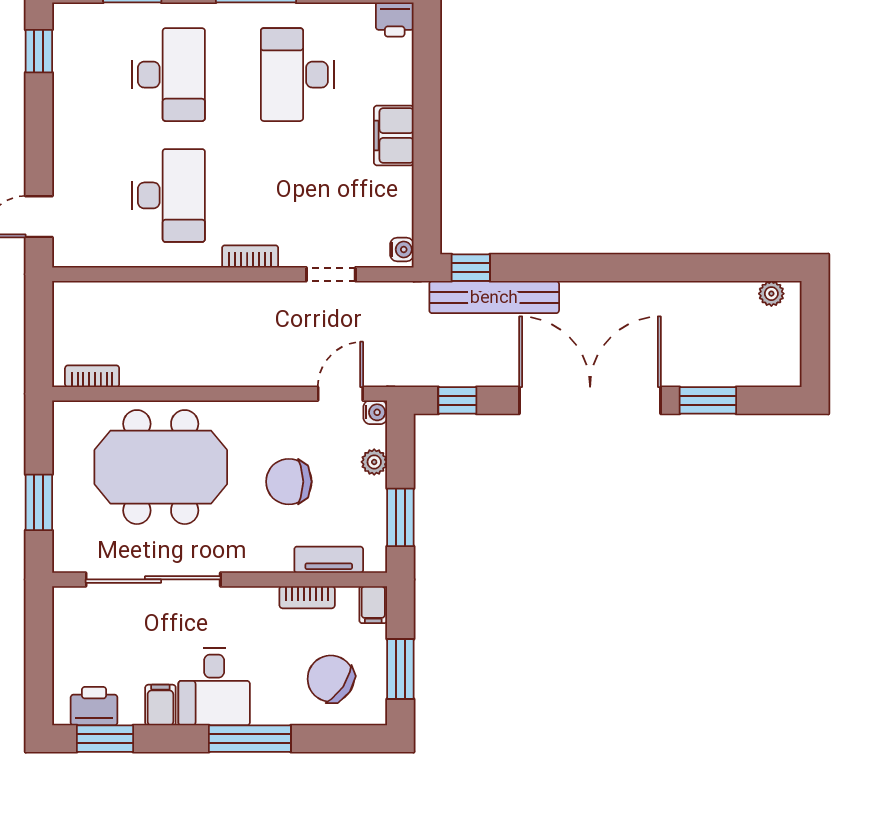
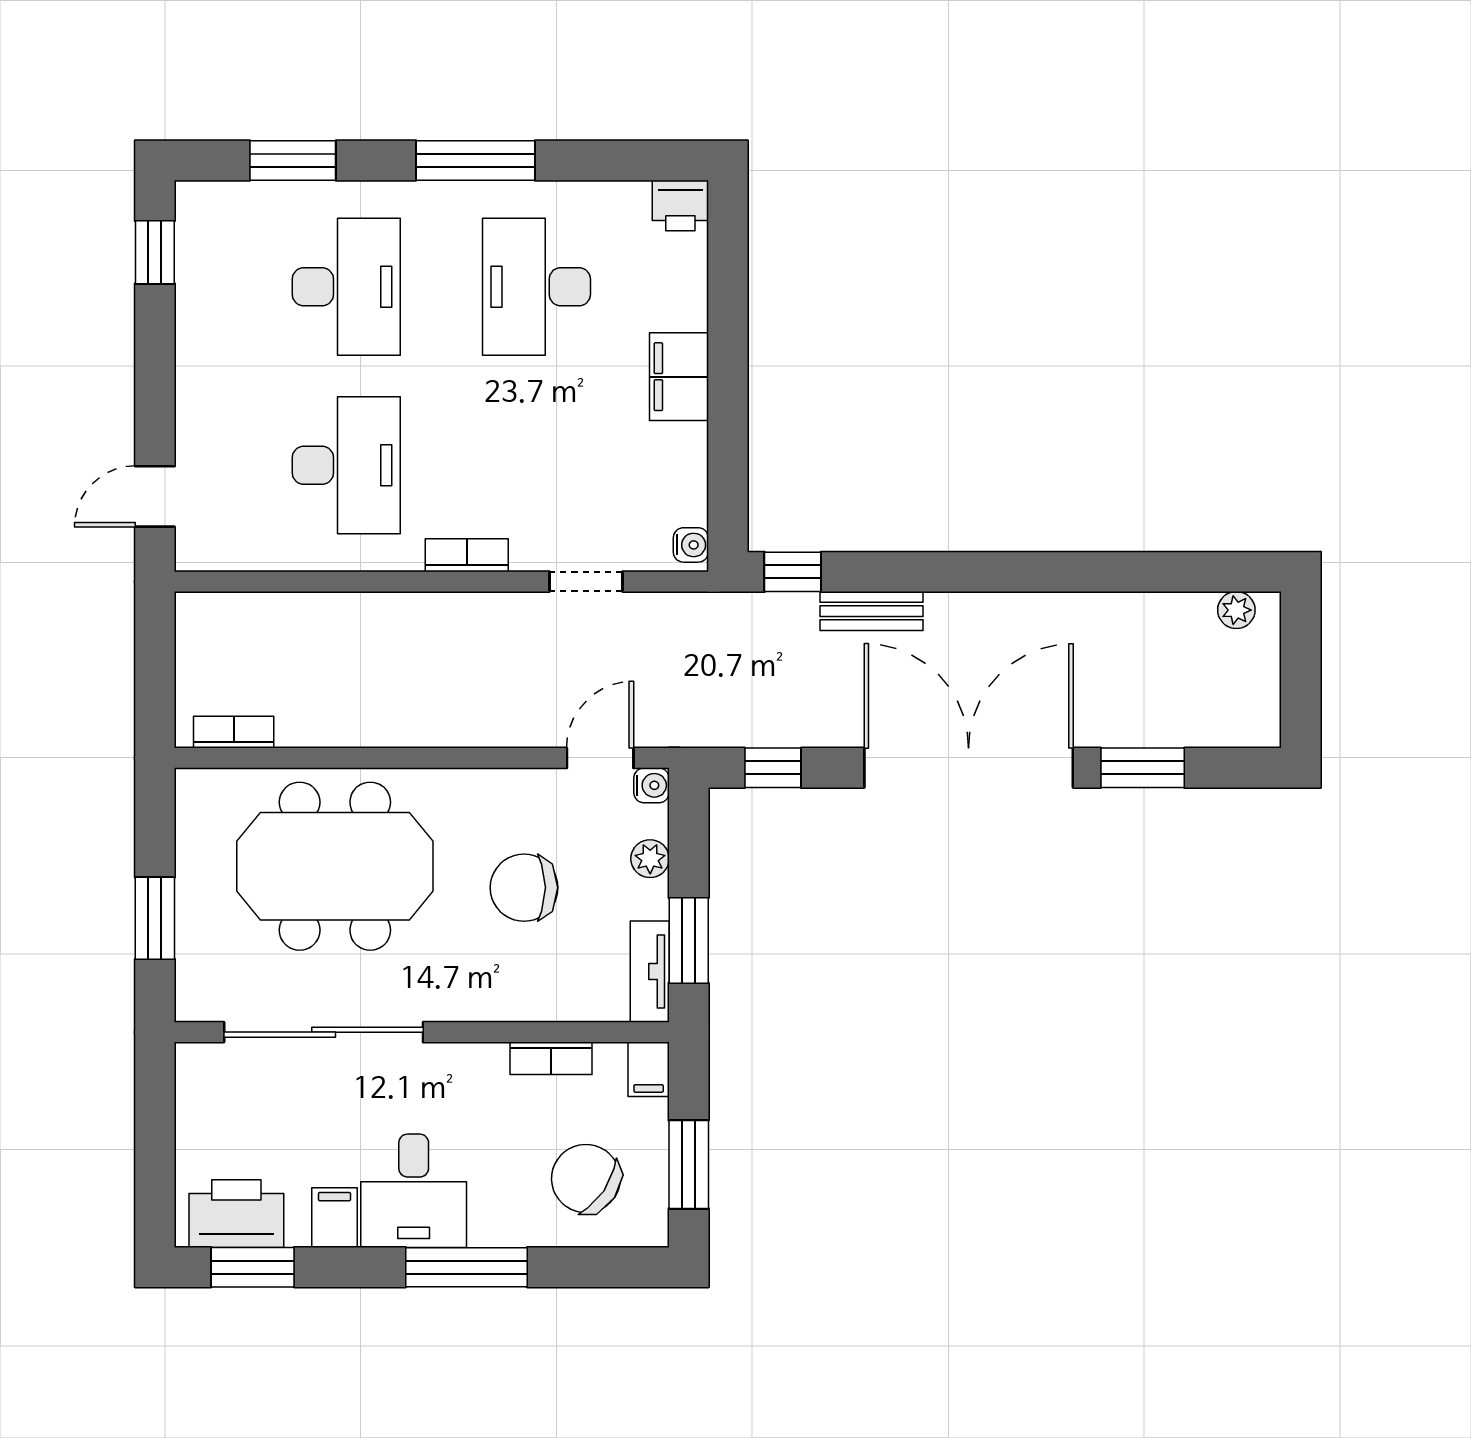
bench: (494, 297) -> (872, 611), width x0.54, depth x0.82
tv unit: (329, 560) -> (650, 972), moved, turned -90
printer: (94, 706) -> (236, 1214), width x1.37, depth x1.19

